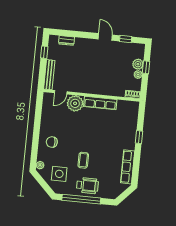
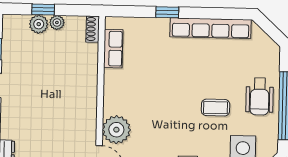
row of seats: (100, 103) -> (113, 49), moved, width x0.68
row of seats: (128, 167) -> (211, 28), width x1.36
wheelchair: (88, 186) -> (260, 97), turned 180

